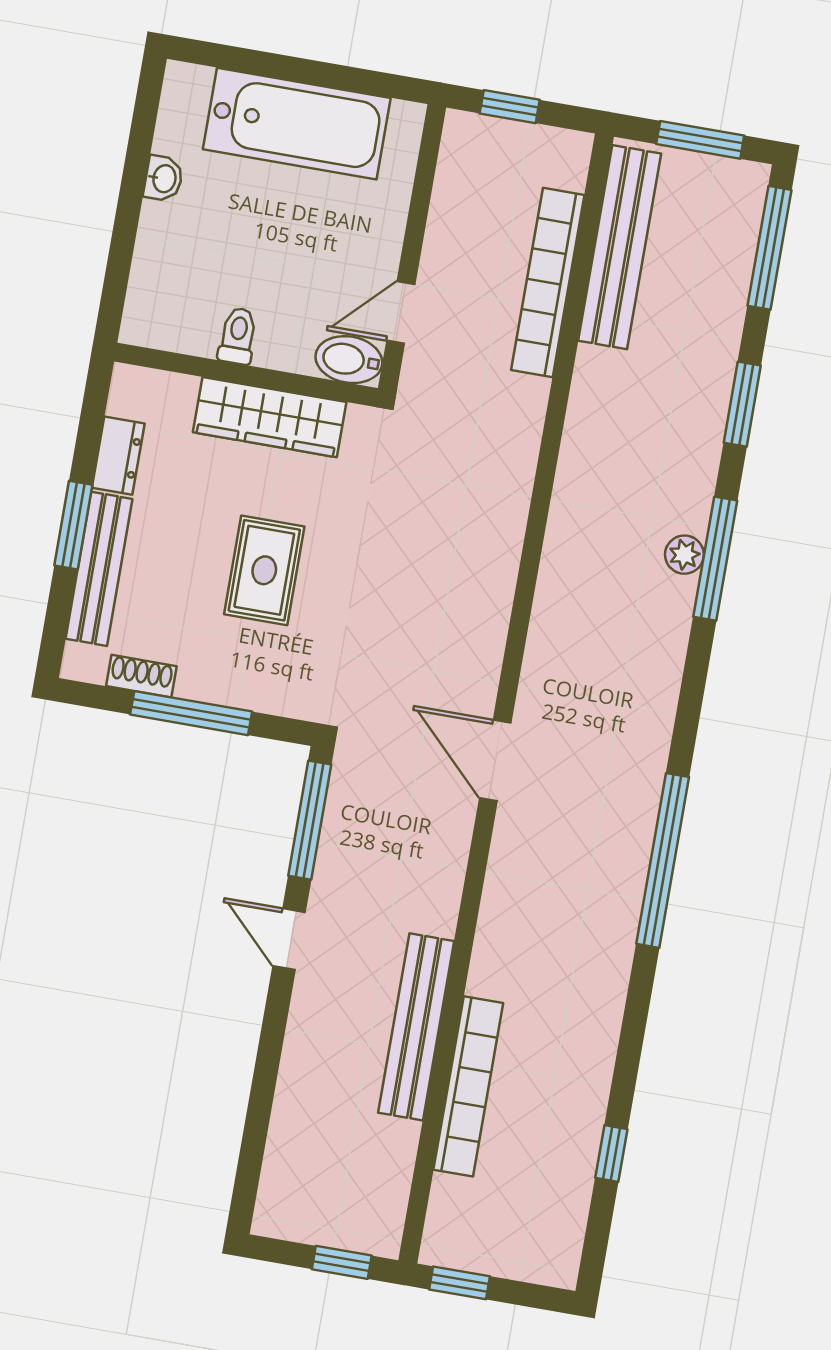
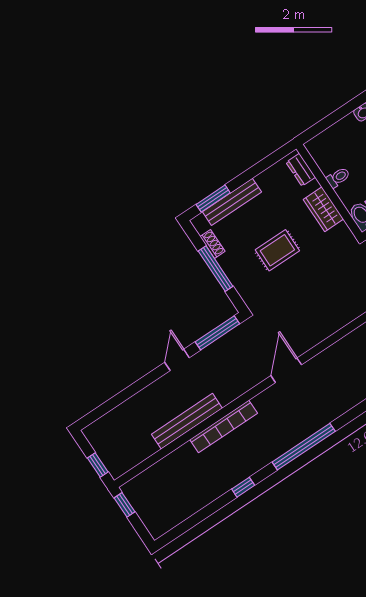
wardrobe: (270, 417) -> (323, 209), width x0.67
dresser: (118, 456) -> (301, 170), moved, turned 90
window: (73, 525) -> (213, 199), moved
bookcase: (468, 1086) -> (224, 426), moved
window: (611, 1153) -> (243, 487), moved

